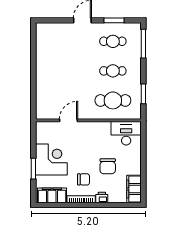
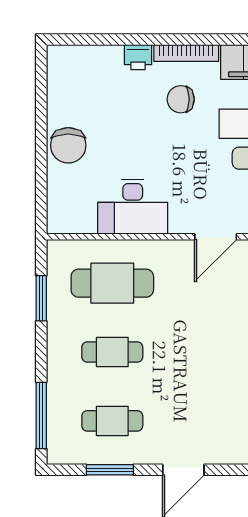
desk: (126, 133) -> (133, 207), moved
chair: (108, 166) -> (68, 145), moved, turned 180
filing cabinet: (134, 189) -> (63, 77), removed

